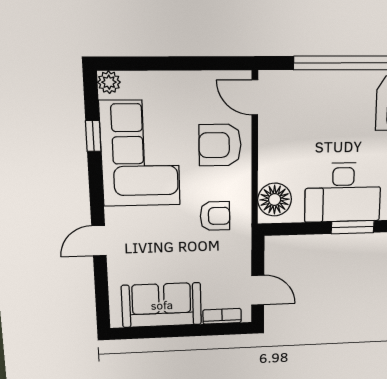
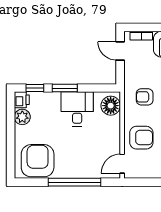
door: (255, 97) -> (122, 164), swing flipped
desk: (343, 192) -> (77, 109), width x0.73

